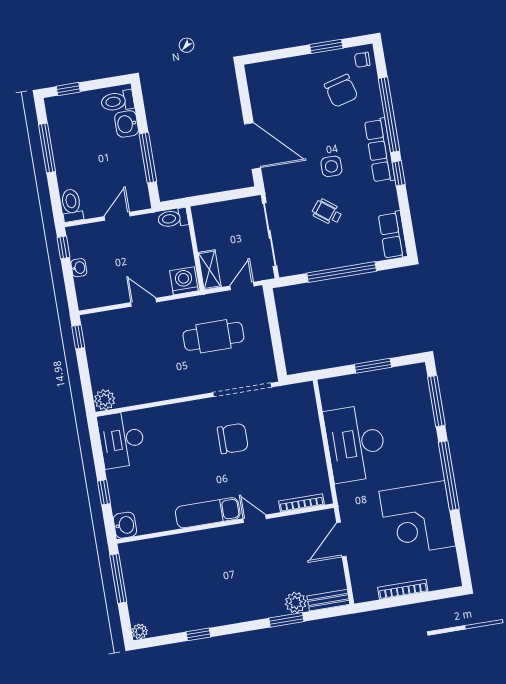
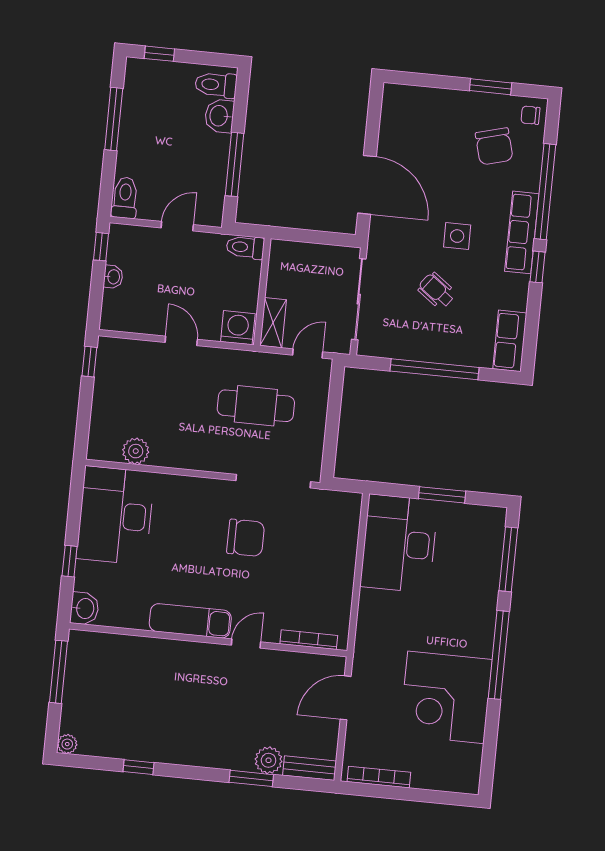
plant: (105, 400) -> (136, 451), moved
desk: (122, 440) -> (115, 515), width x1.36, depth x1.30
desk: (356, 443) -> (399, 544), moved
door: (255, 519) -> (246, 644), hinge flipped
bookcase: (403, 589) -> (379, 777), moved

